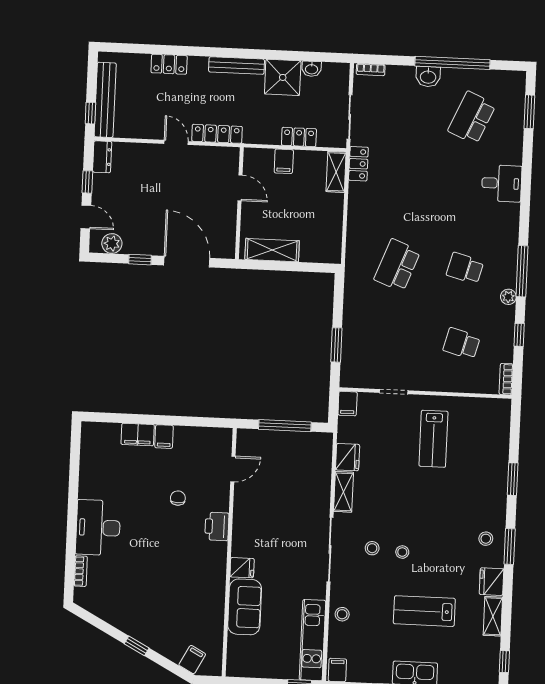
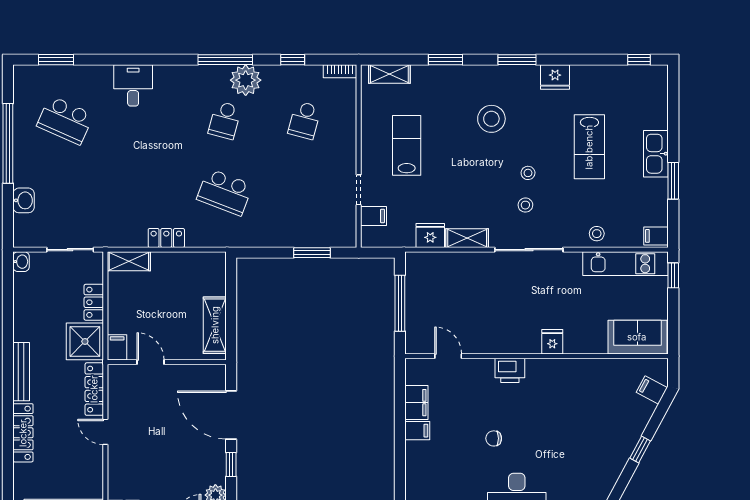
locker: (169, 64) -> (23, 433), width x1.53
washbasin: (312, 69) -> (21, 262), moved
bookcase: (371, 70) -> (19, 230), removed
shower: (283, 77) -> (85, 341), moved
washbasin: (428, 77) -> (24, 200), moved
door: (176, 142) -> (105, 432), hinge flipped
filing cabinet: (284, 161) -> (117, 347), moved, turned -90
locker: (358, 164) -> (166, 238), moved
door: (240, 188) -> (150, 362), hinge flipped
door: (187, 262) -> (231, 415), hinge flipped
plant: (508, 297) -> (246, 80), width x1.87, depth x1.87
filing cabinet: (348, 404) -> (374, 216), moved
filing cabinet: (138, 435) -> (416, 403), moved
lab bench: (433, 439) -> (407, 145), turned -90
chair: (178, 498) -> (494, 438), moved
stool: (486, 539) -> (491, 119), moved, width x1.89, depth x1.89
sofa: (245, 607) -> (637, 337), moved
shelving: (493, 616) -> (389, 74), moved

